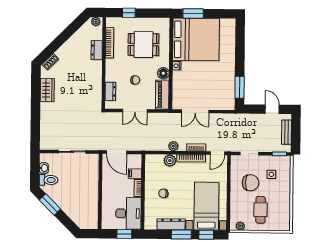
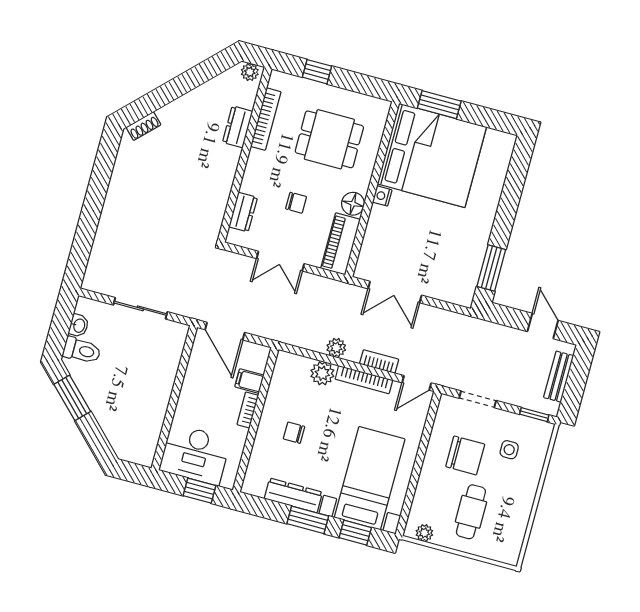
wardrobe: (47, 90) -> (123, 178), removed
desk: (128, 213) -> (195, 454), moved, turned 90

